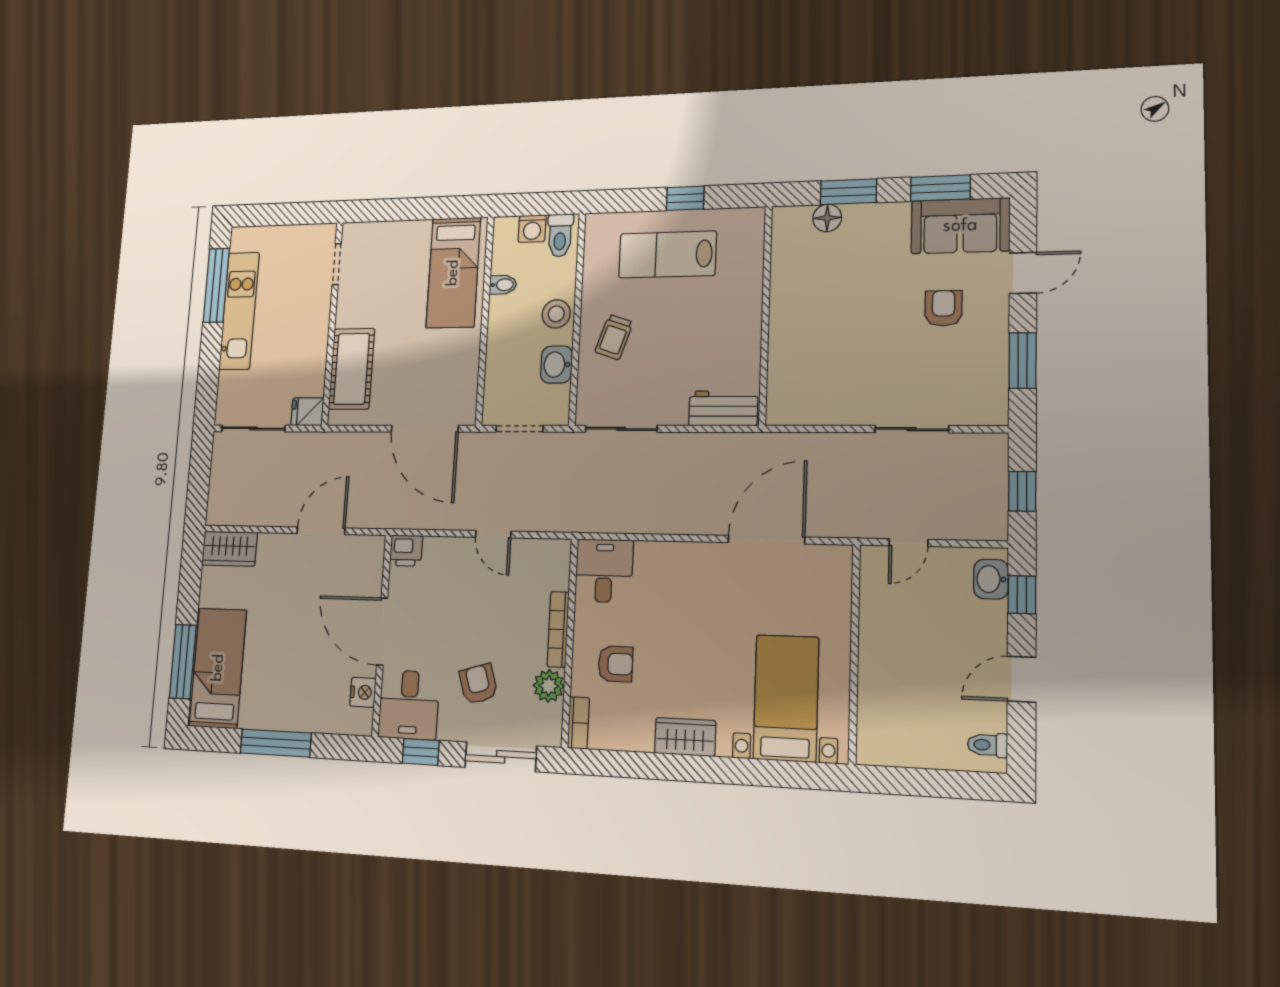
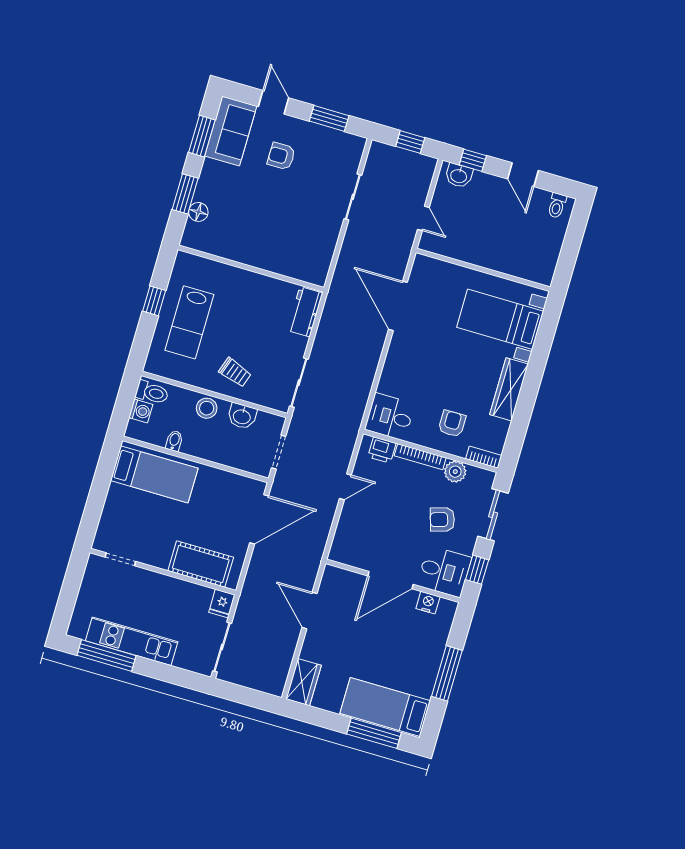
printer: (406, 551) -> (382, 450), moved, turned 90
wardrobe: (685, 737) -> (509, 389), width x1.50

